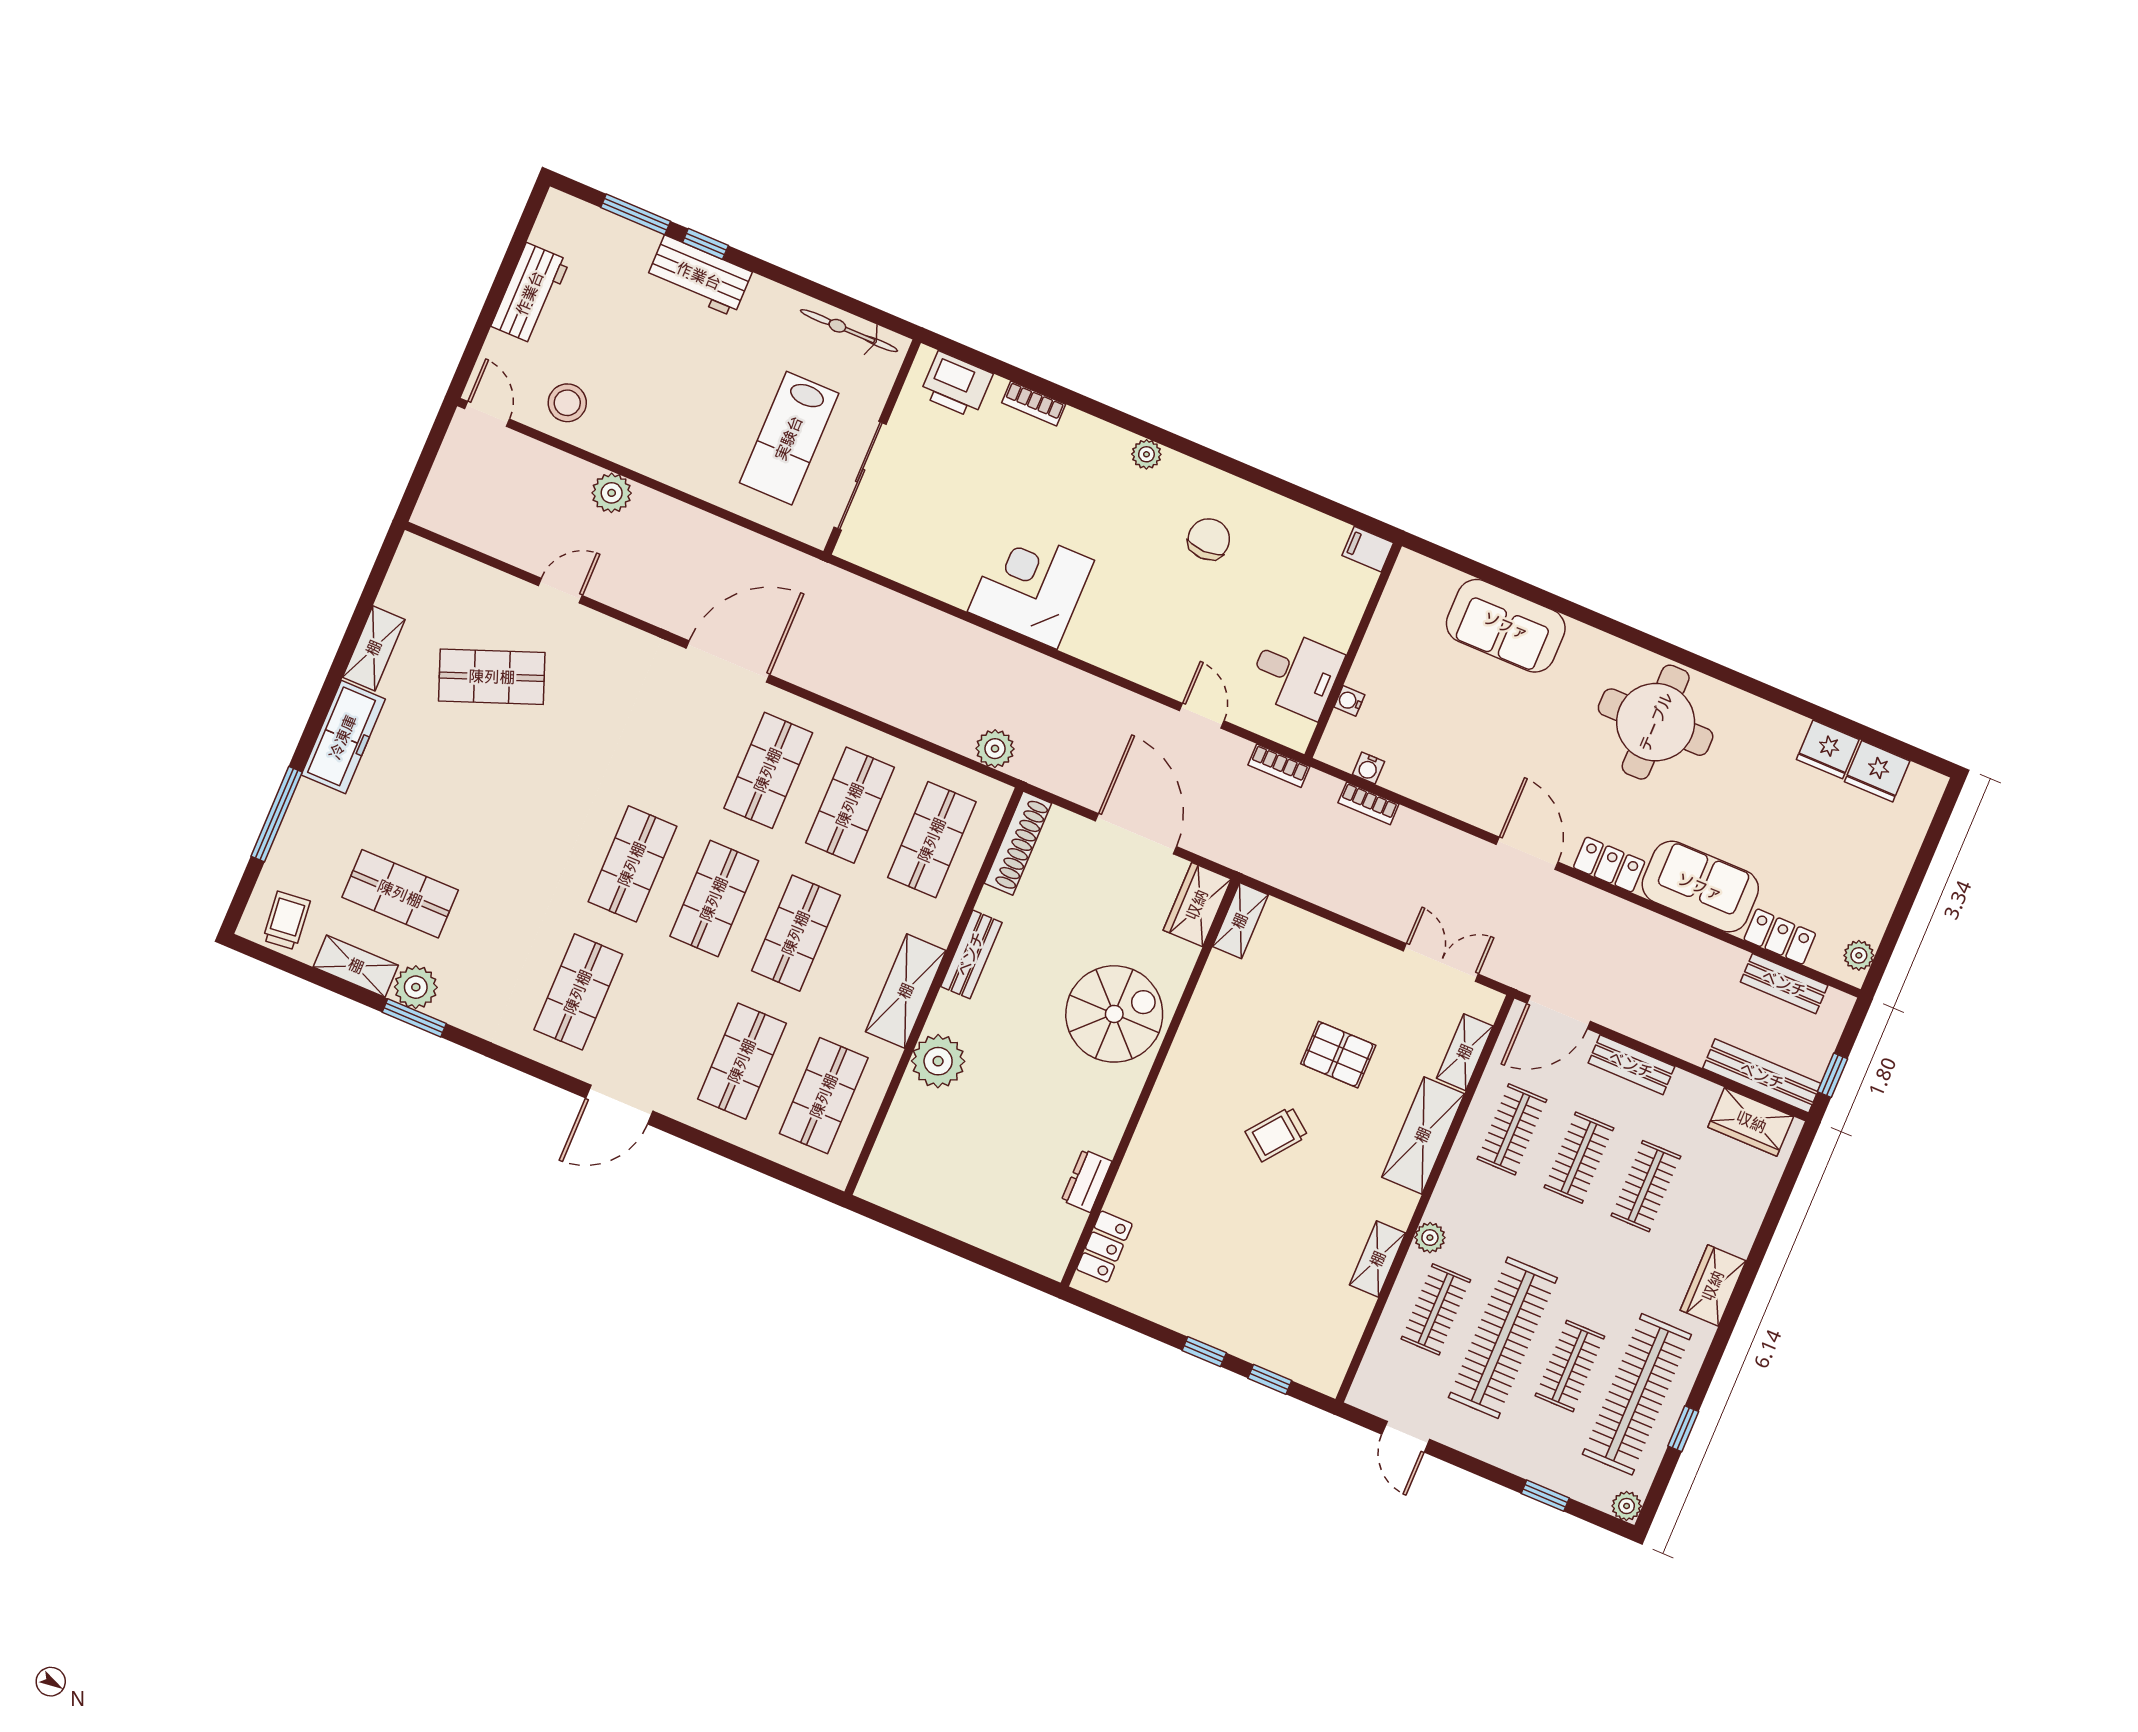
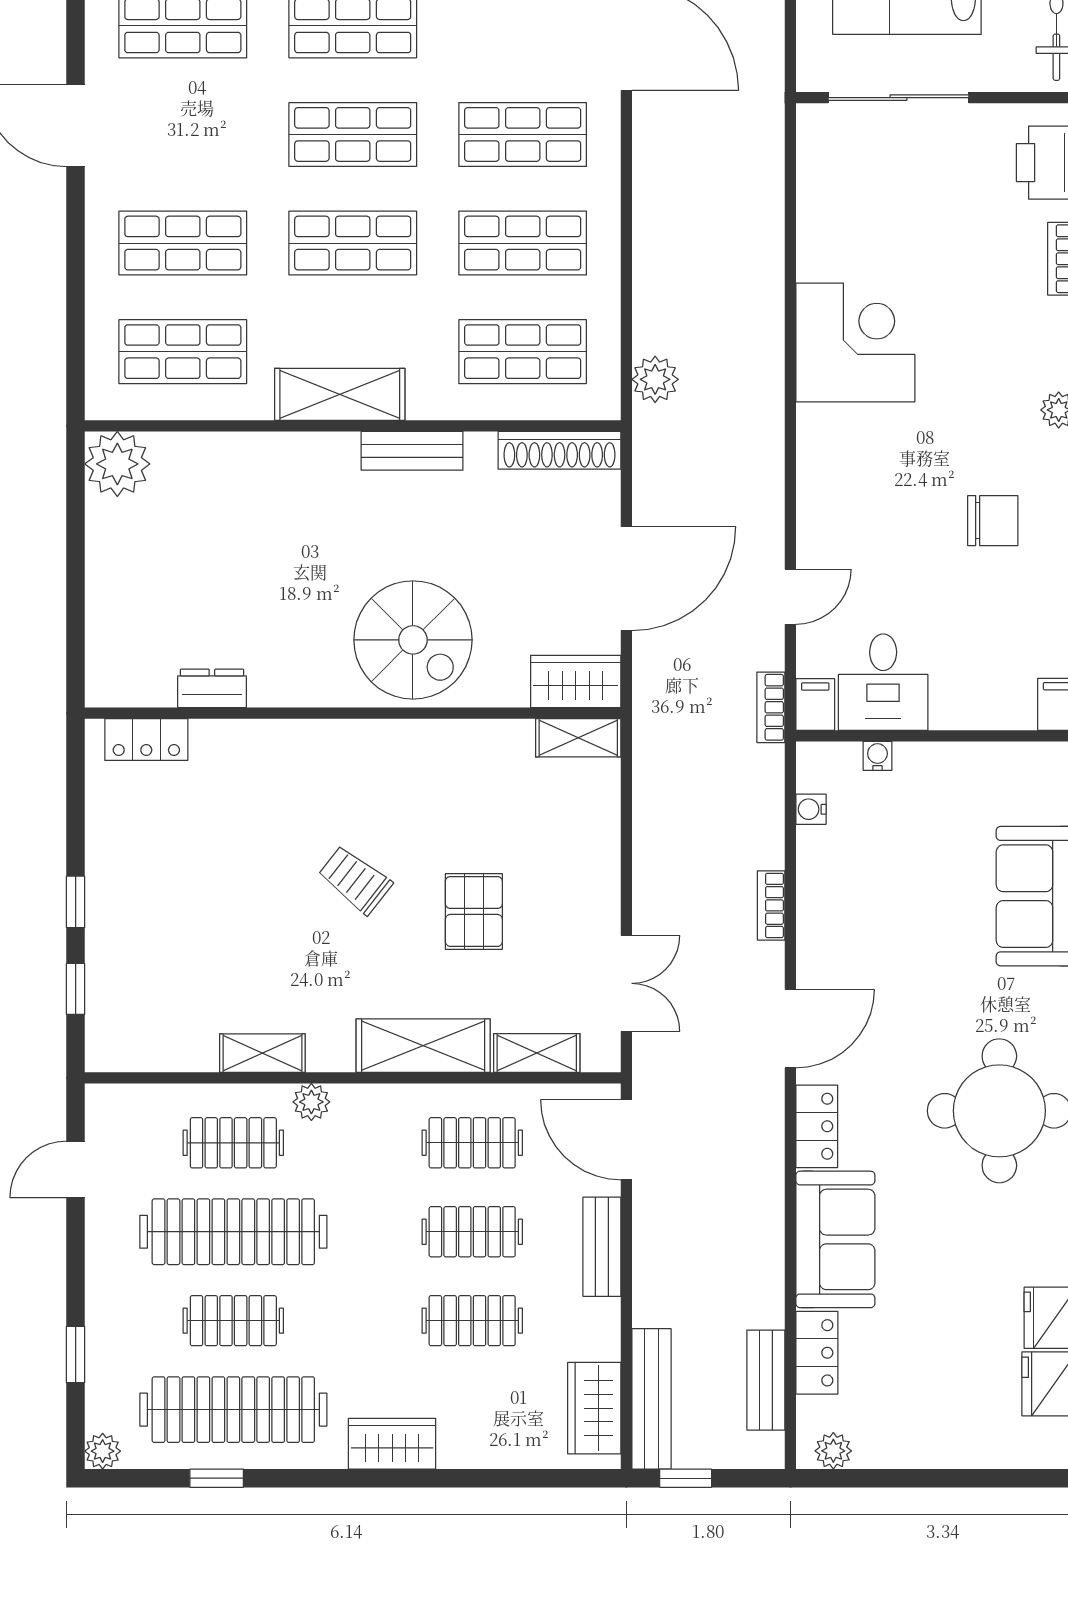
filing cabinet: (1291, 731) -> (815, 705), added
bookcase: (1368, 803) -> (771, 905), moved
plant: (938, 1061) -> (117, 464), moved

